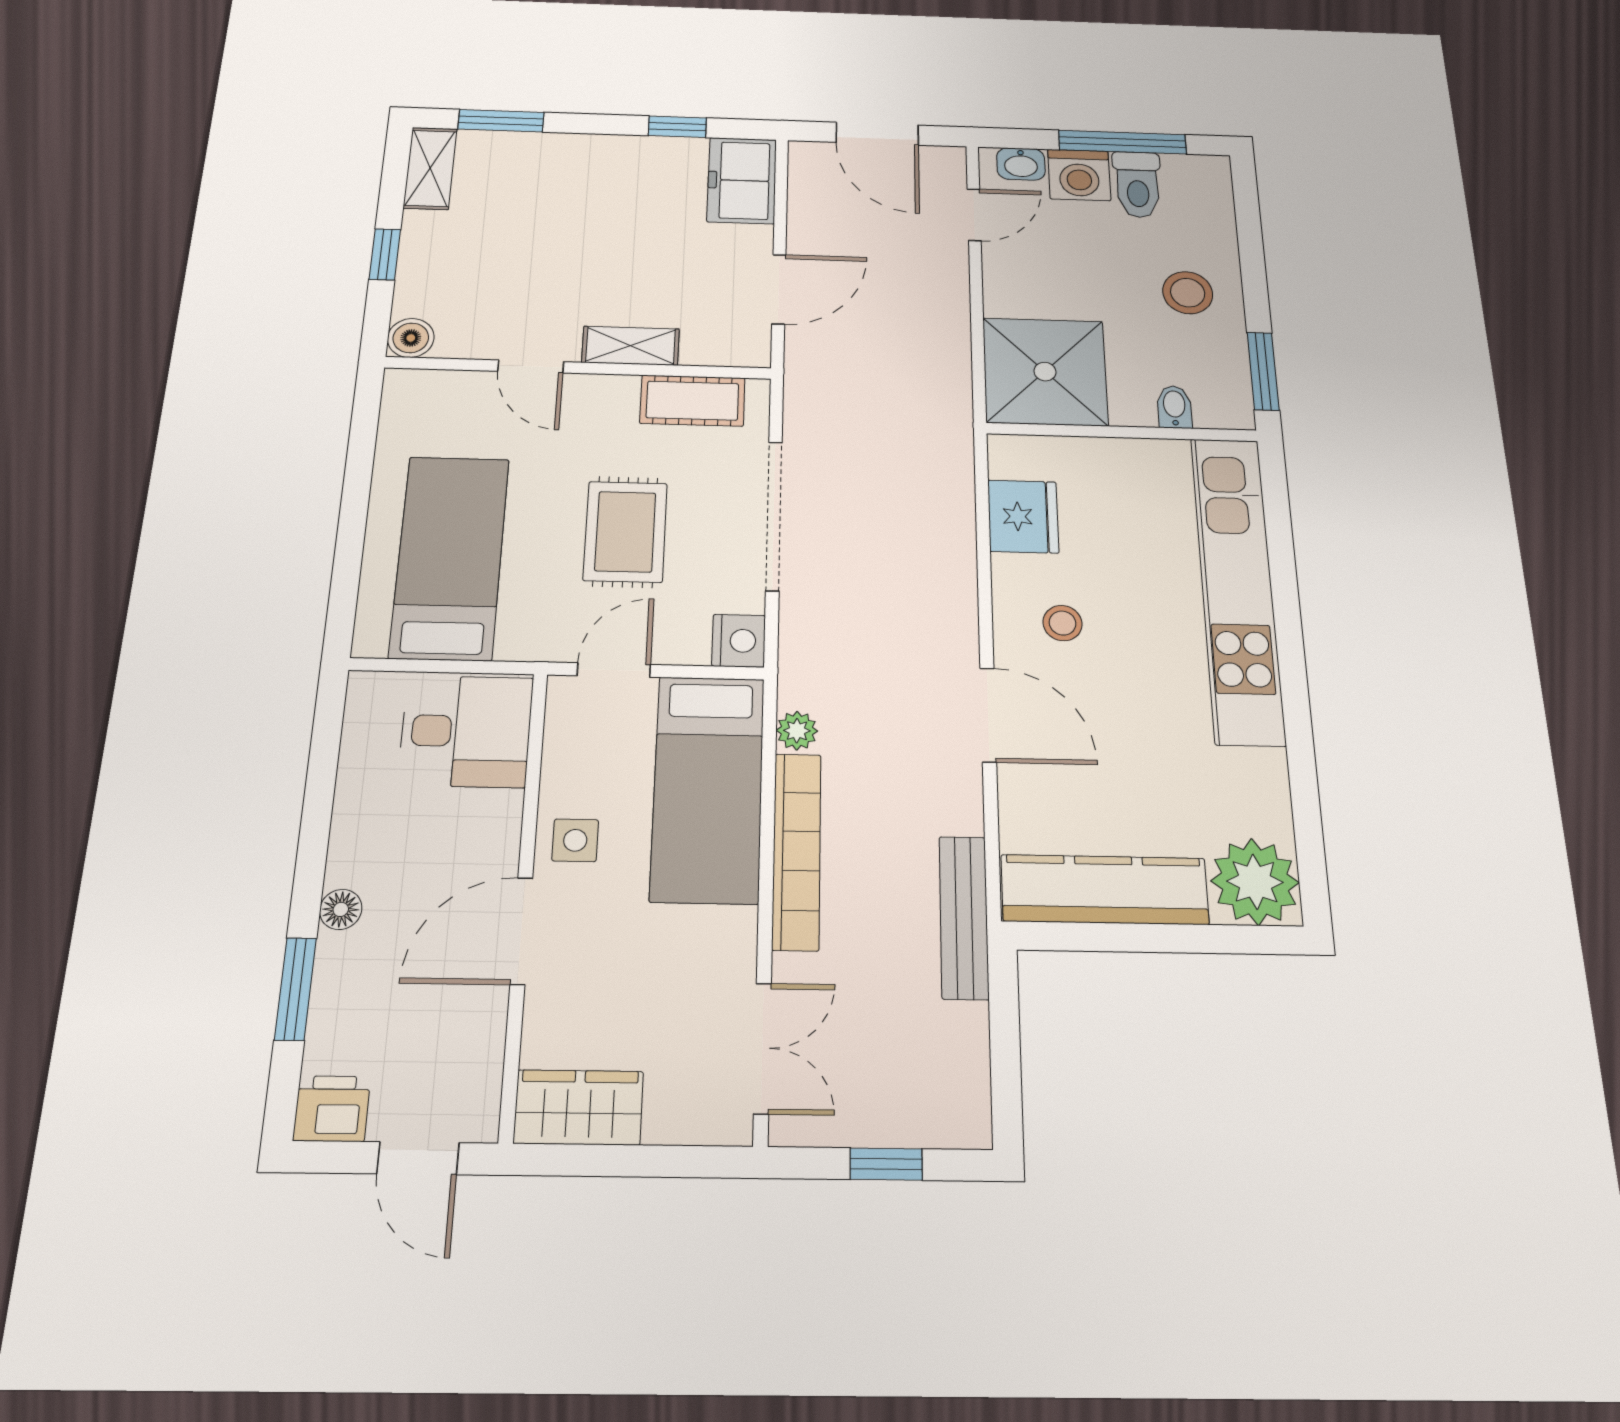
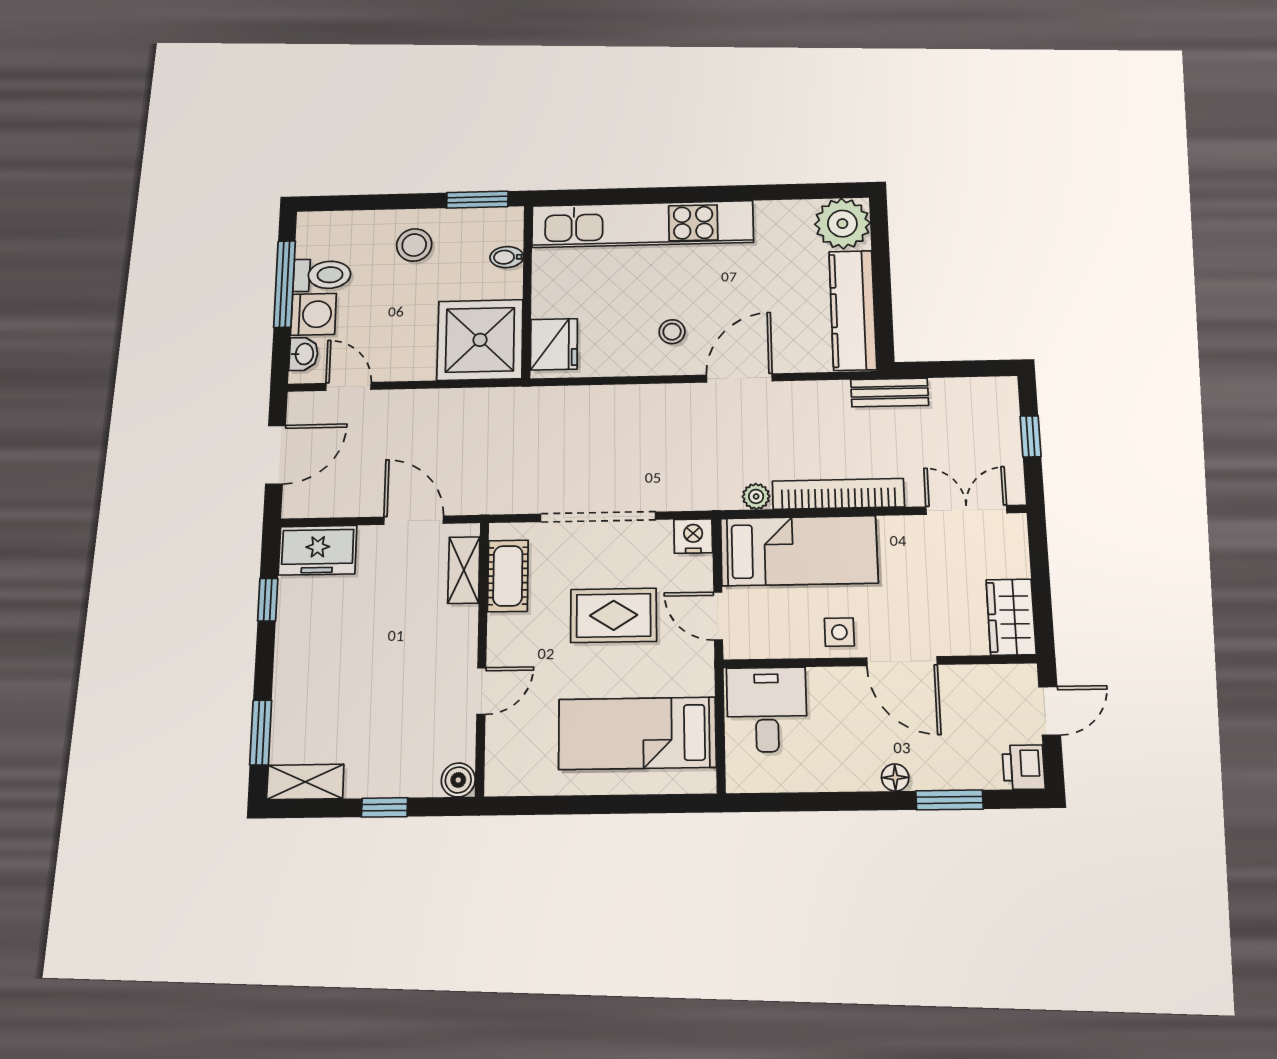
shelving: (631, 346) -> (464, 570), moved
fridge: (1023, 516) -> (554, 344), moved, turned 90
bench: (964, 917) -> (890, 392), width x0.73

